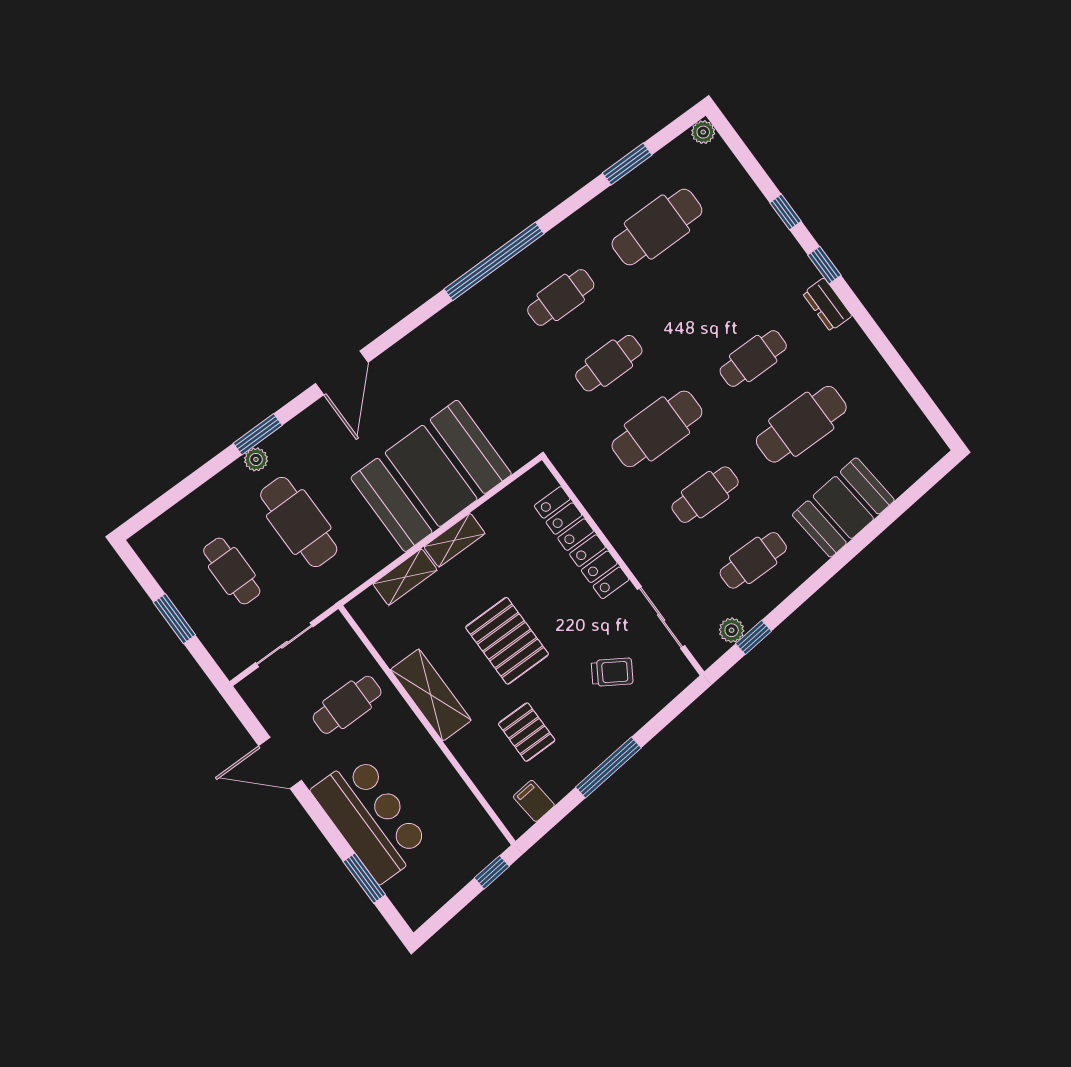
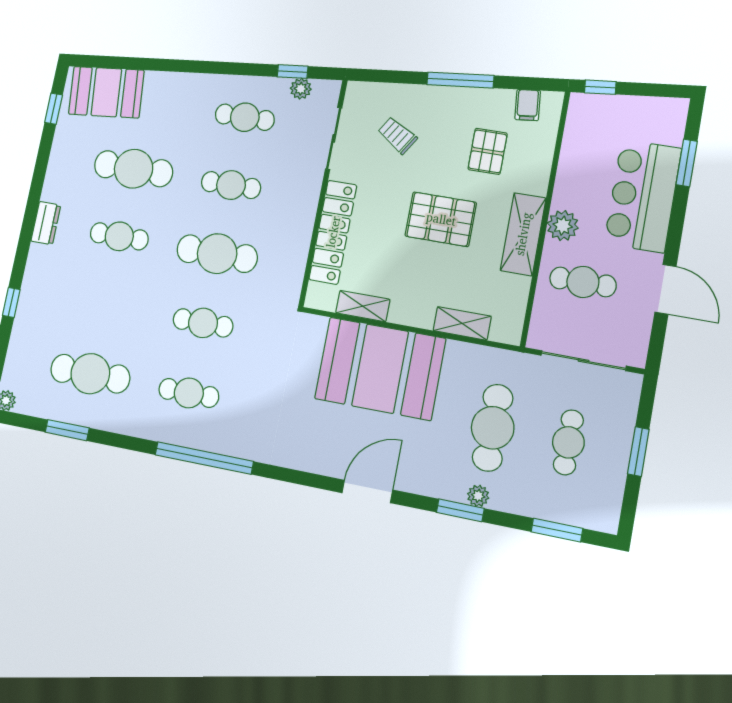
window: (824, 265) -> (54, 109), moved
window: (173, 497) -> (557, 530), added
booth: (843, 507) -> (106, 92), moved
shelving: (454, 540) -> (363, 306), moved
pallet: (507, 641) -> (441, 219), turned 90
sliding door: (284, 645) -> (584, 361), width x1.37
plant: (408, 733) -> (563, 226), added

